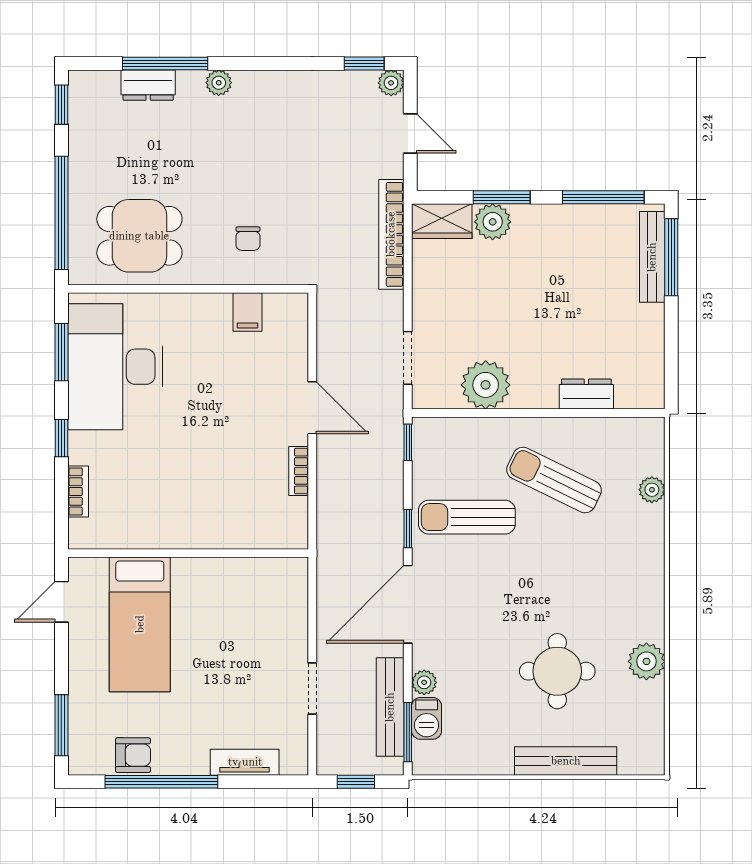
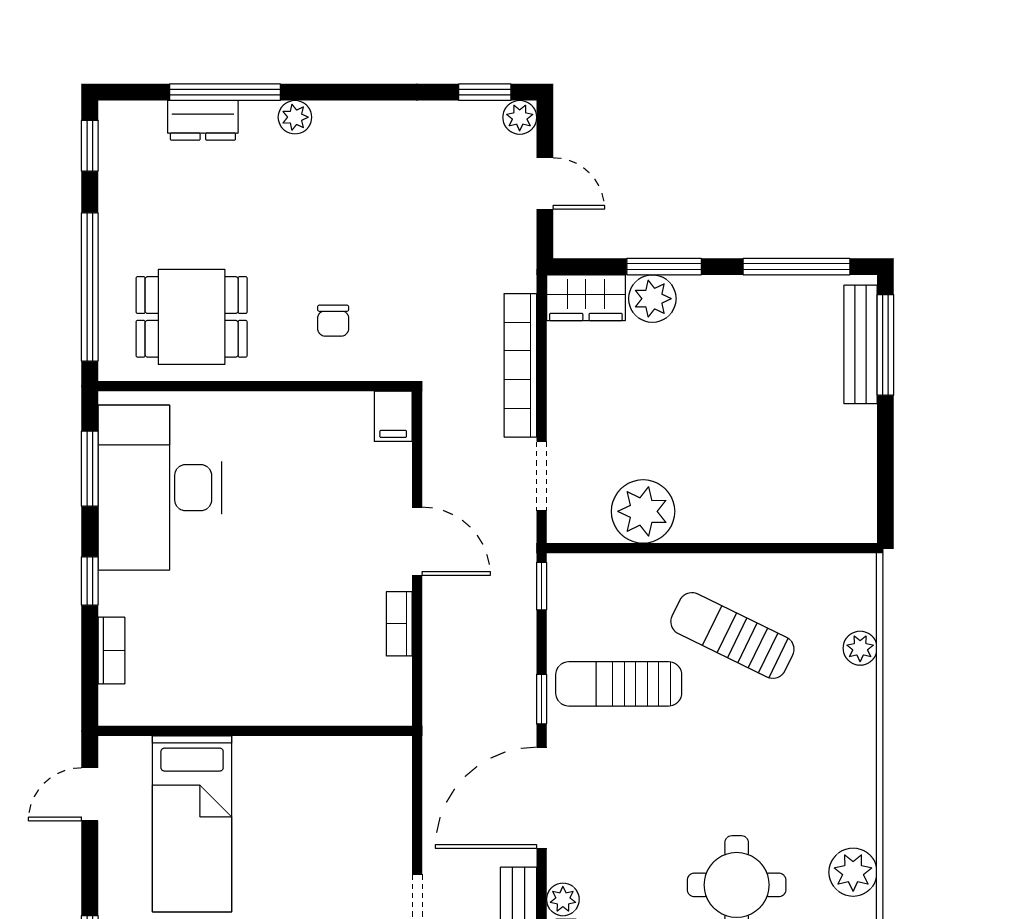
bookcase: (391, 234) -> (520, 365), moved
filing cabinet: (247, 312) -> (393, 416), moved
dresser: (586, 394) -> (775, 523), removed

